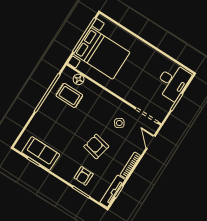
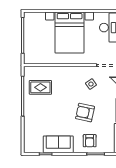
bed with nightstands: (102, 53) -> (70, 32), moved, turned 90
floor lamp: (79, 79) -> (40, 71), removed
sofa: (41, 153) -> (58, 144), moved

